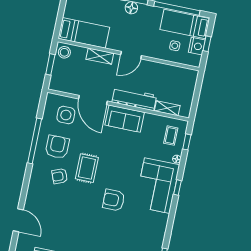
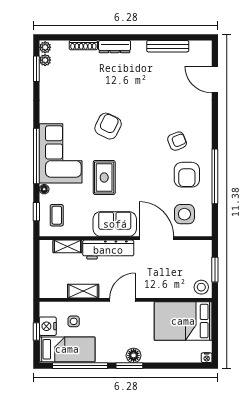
bed: (84, 33) -> (183, 321), width x1.50
shelving: (100, 56) -> (83, 291), moved
rug: (87, 168) -> (104, 177), moved
window: (177, 187) -> (36, 156), width x3.17
armchair: (114, 200) -> (108, 126), turned -64

